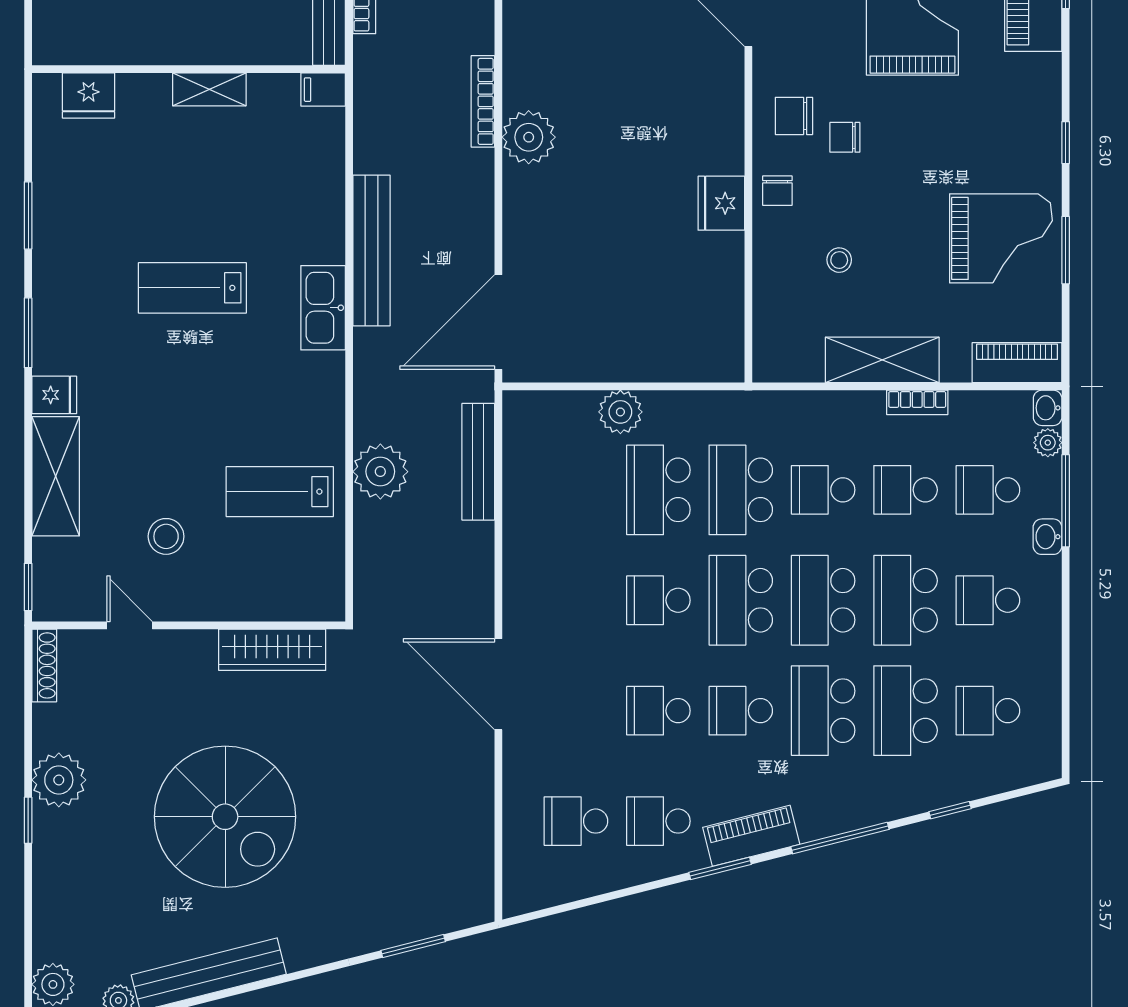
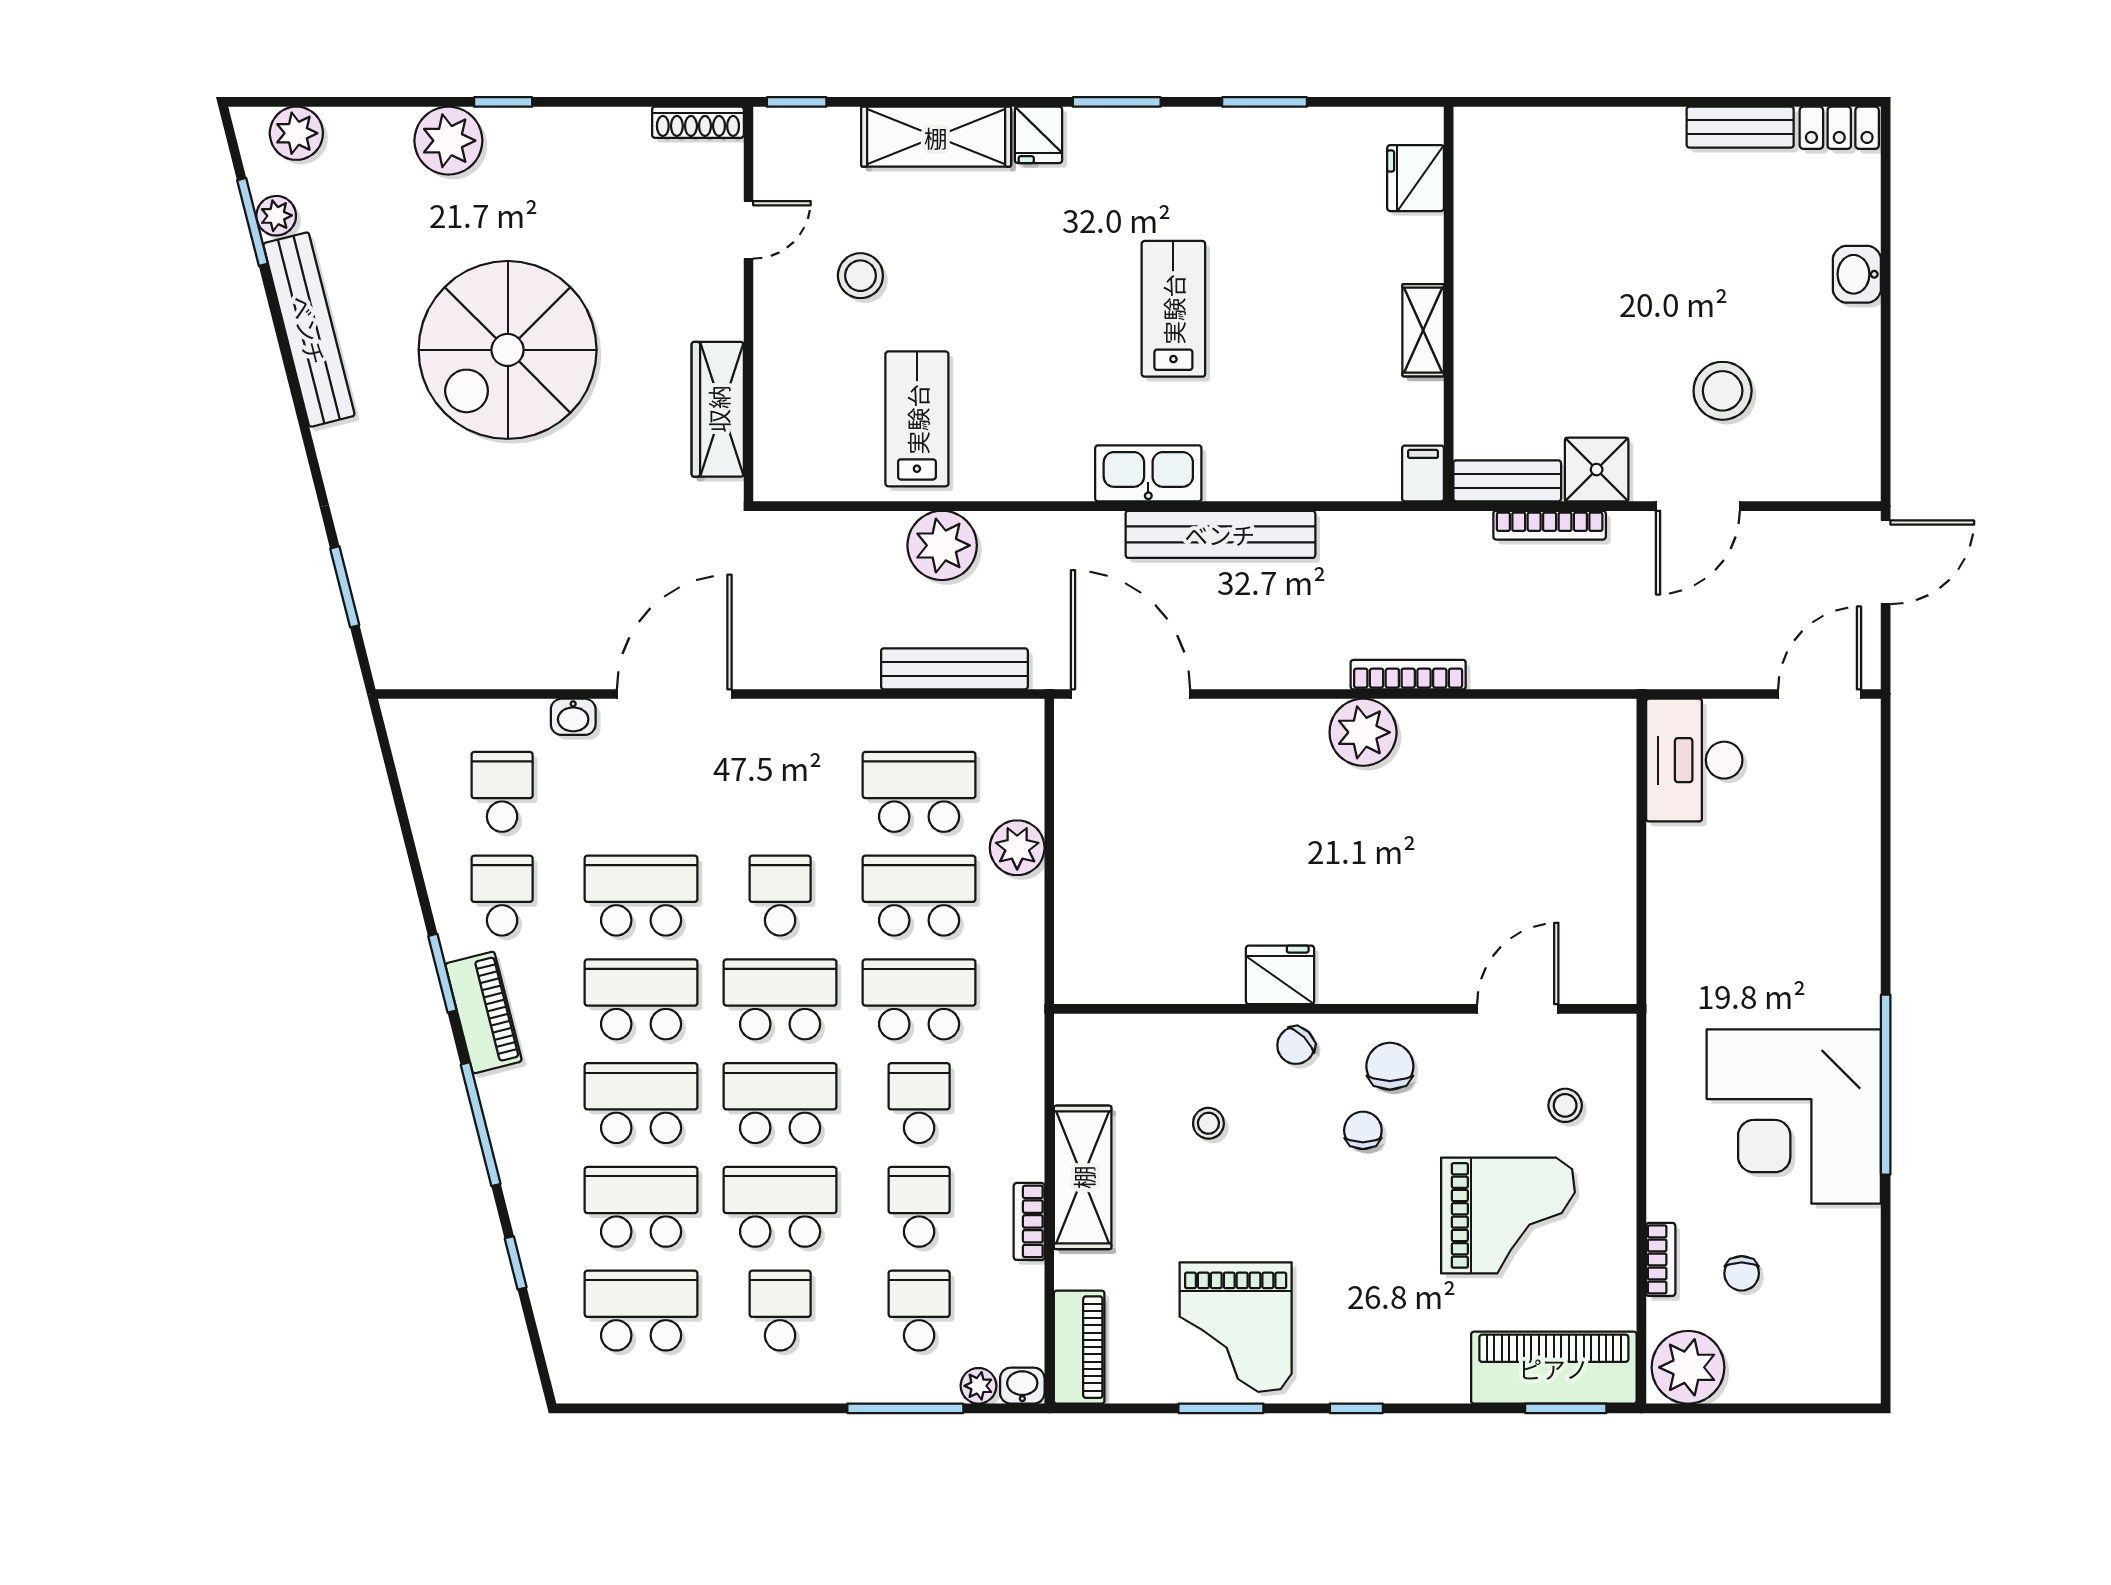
chair: (777, 191) -> (1296, 1045), turned -45
school desk: (576, 490) -> (919, 792), added
washbasin: (1048, 537) -> (573, 717), moved, turned 180
school desk: (658, 711) -> (641, 896), width x1.85
school desk: (741, 711) -> (641, 999), width x1.85
school desk: (988, 711) -> (641, 1311), width x1.85
plant: (59, 780) -> (448, 141), moved

